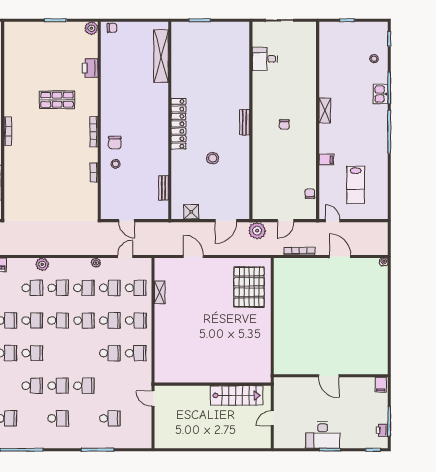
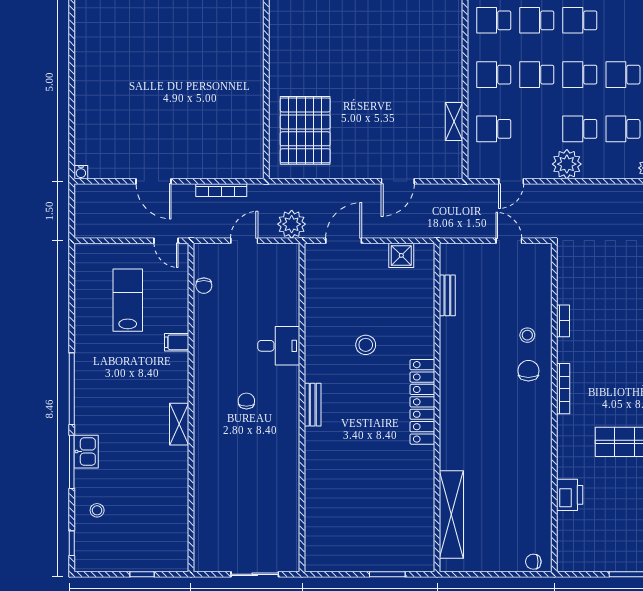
plant: (91, 28) -> (567, 561), removed
desk: (265, 59) -> (279, 346), moved
door: (193, 256) -> (398, 181), hinge flipped
plant: (96, 263) -> (567, 164), width x1.88, depth x1.88
school desk: (110, 288) -> (580, 20), moved

